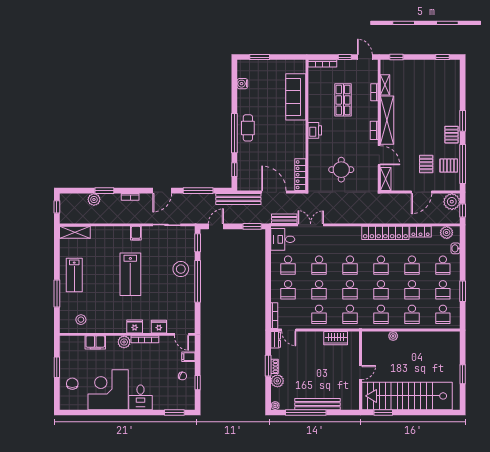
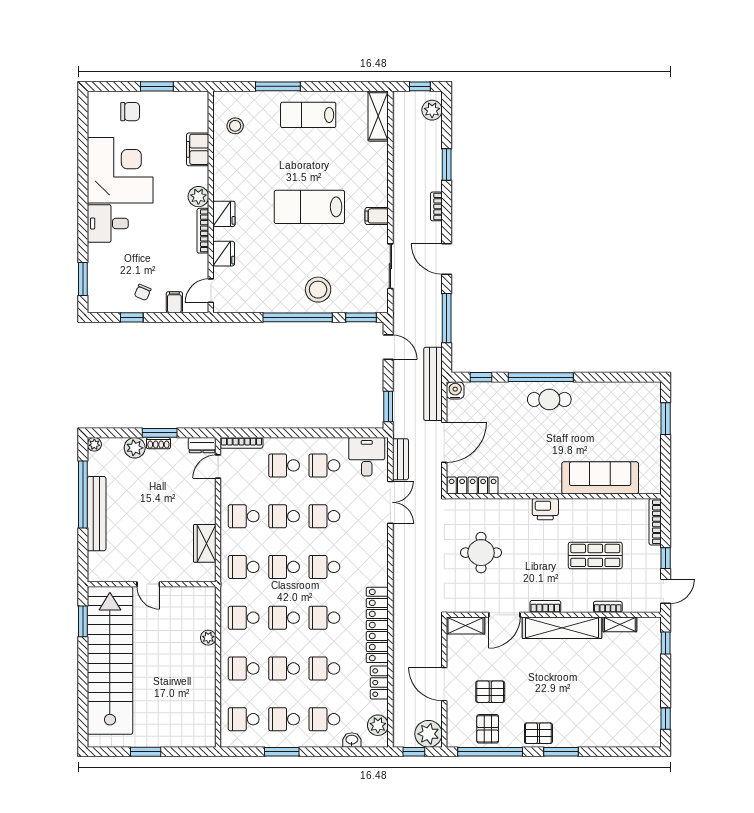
water cooler: (242, 84) -> (455, 390), moved
plant: (94, 200) -> (432, 110), moved

